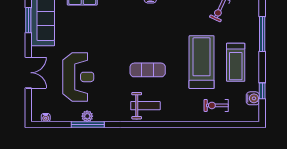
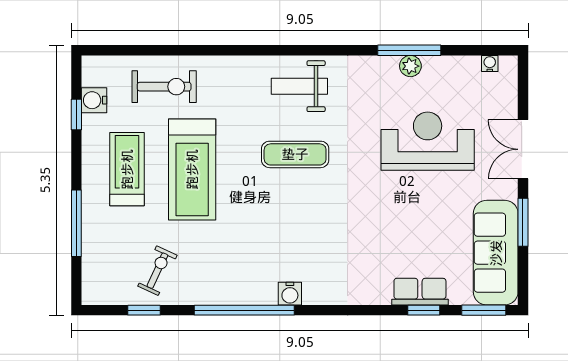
window: (28, 20) -> (523, 222), moved
reception desk: (78, 77) -> (428, 141), turned 90
exercise bike: (216, 105) -> (164, 87), width x1.38, depth x1.39

